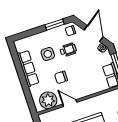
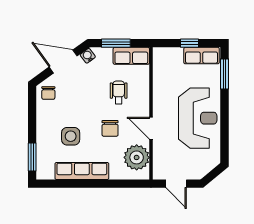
window: (55, 25) -> (32, 157), moved
wheelchair: (68, 50) -> (119, 92), moved
door: (70, 103) -> (151, 128), hinge flipped

